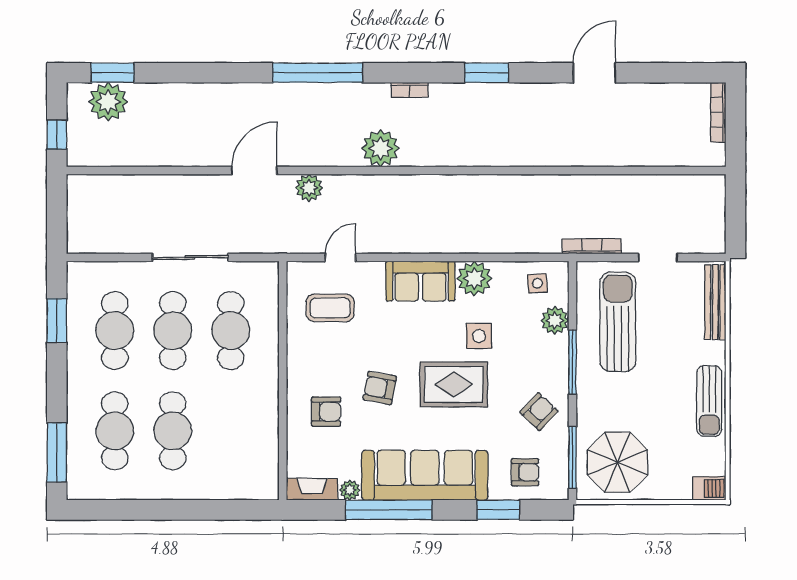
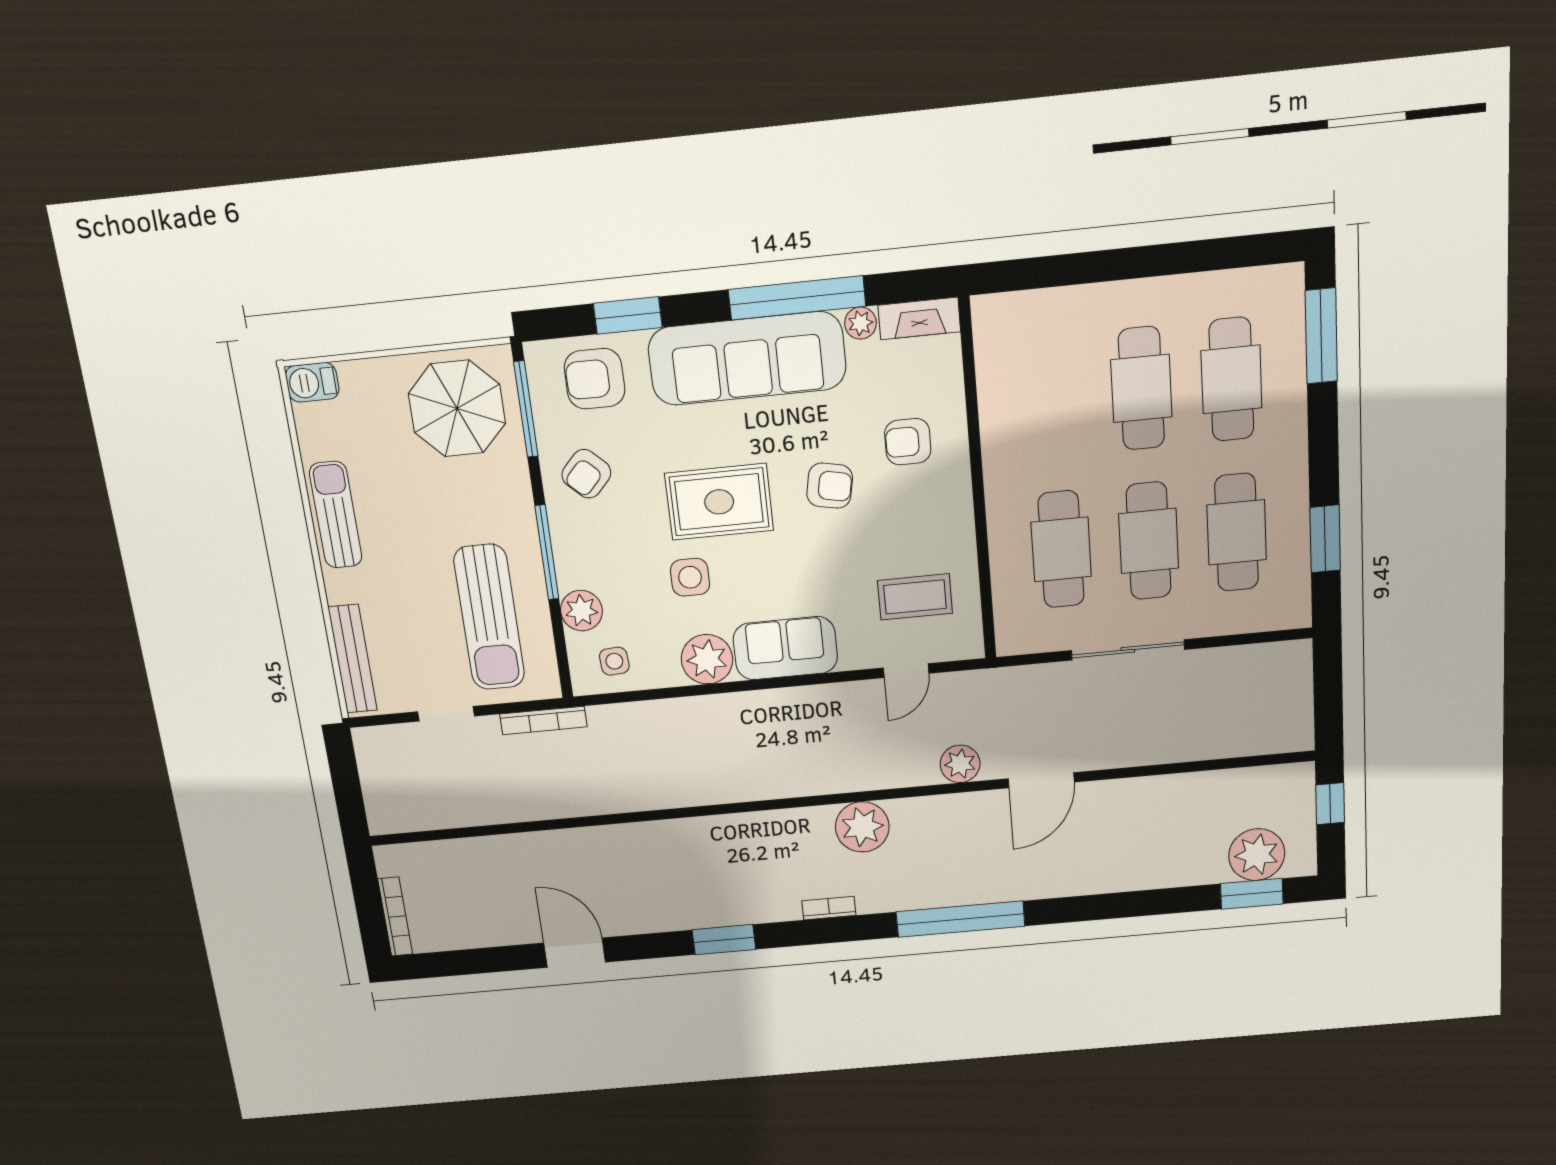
door: (594, 73) -> (575, 953), swing flipped
armchair: (525, 472) -> (595, 379), width x1.38, depth x1.38

